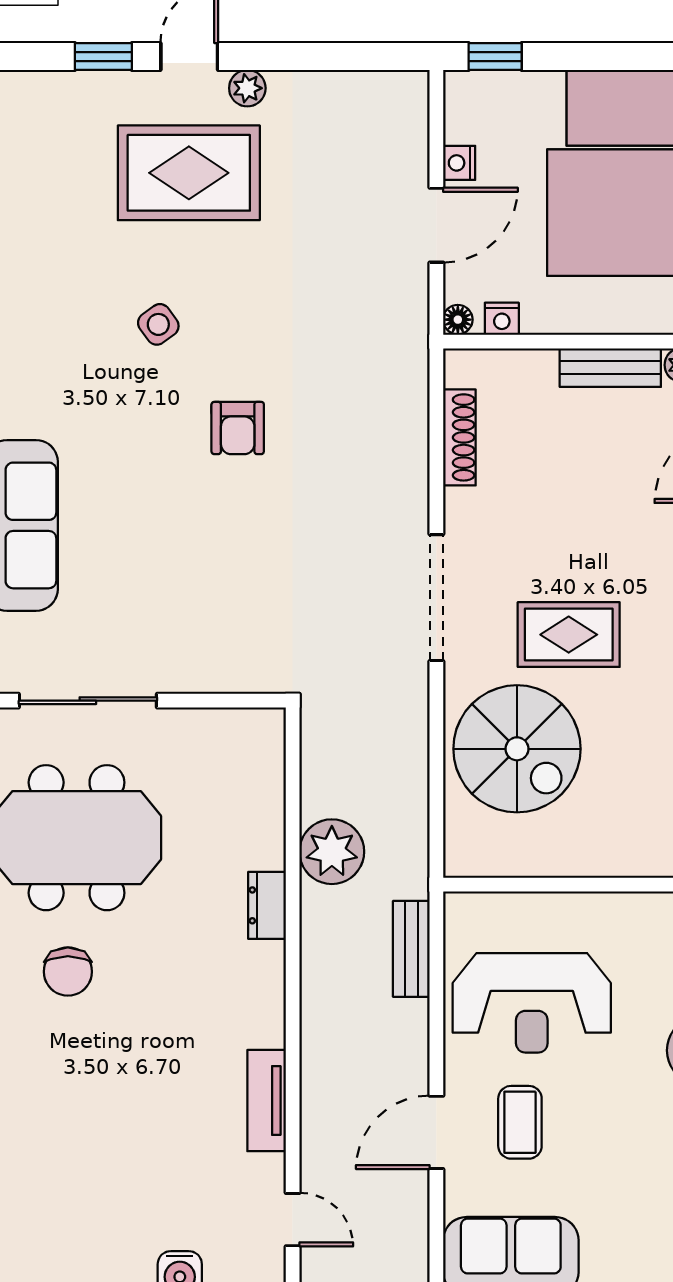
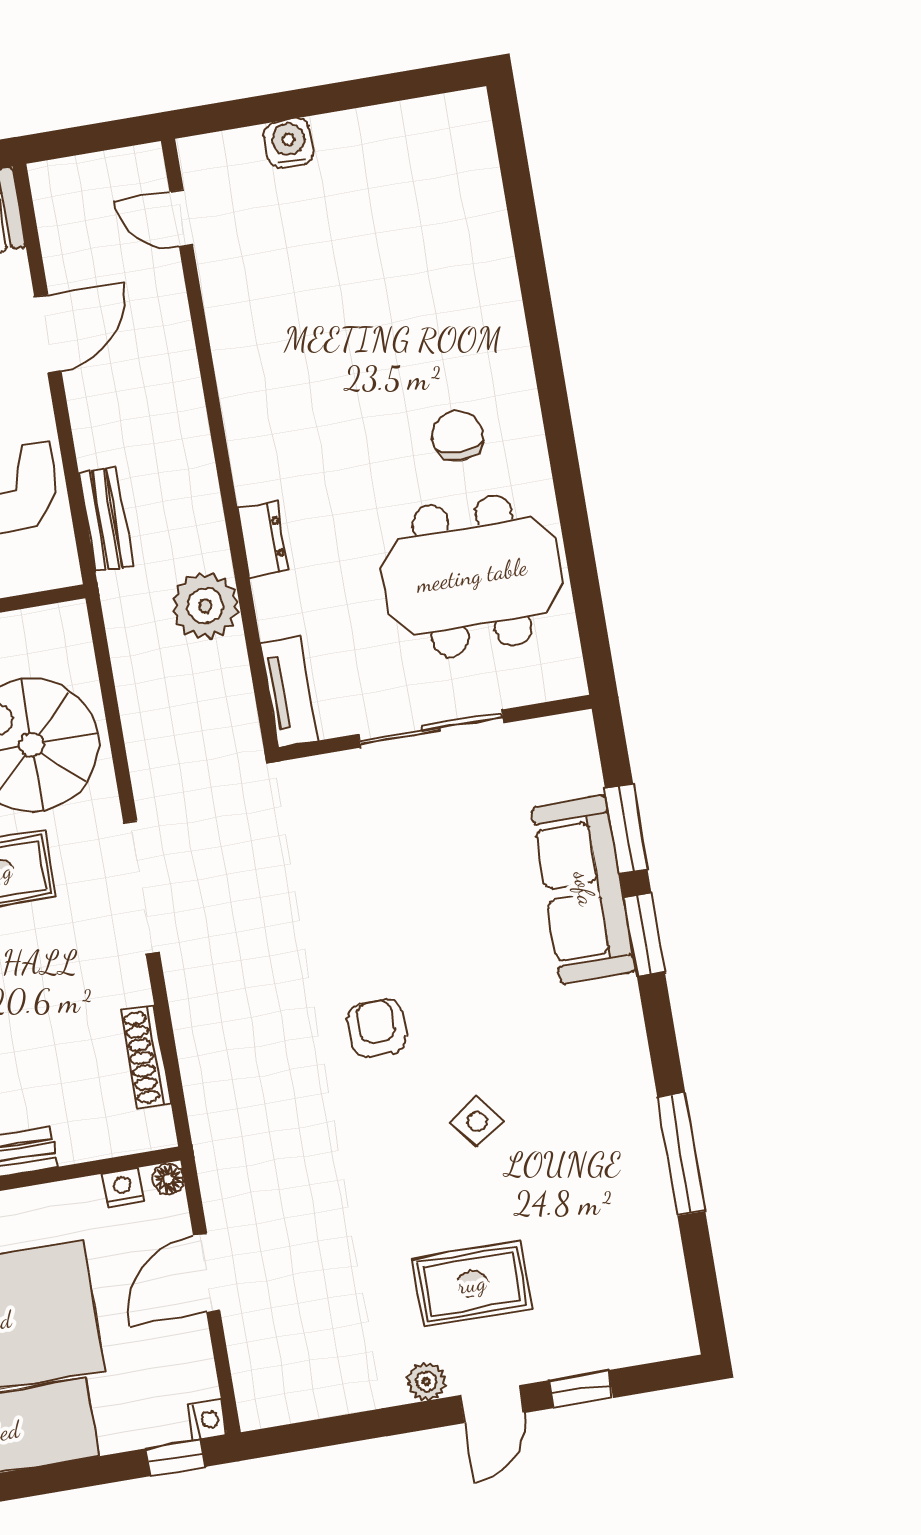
nightstand: (459, 163) -> (207, 1420), moved
rug: (189, 173) -> (472, 1284), width x0.73, depth x0.70
sliding door: (88, 701) -> (431, 729), moved
tv unit: (267, 1101) -> (289, 692), moved

